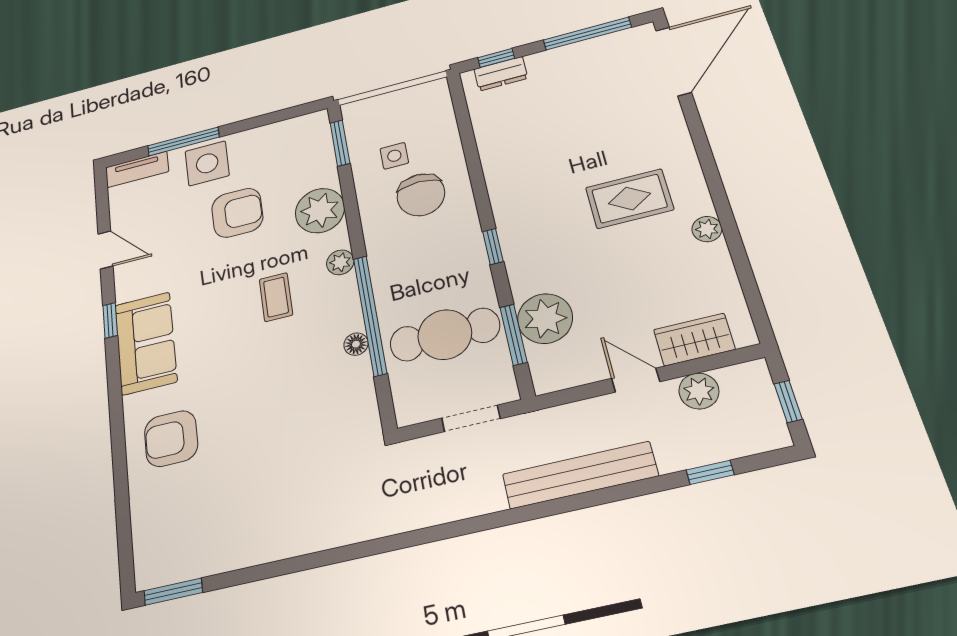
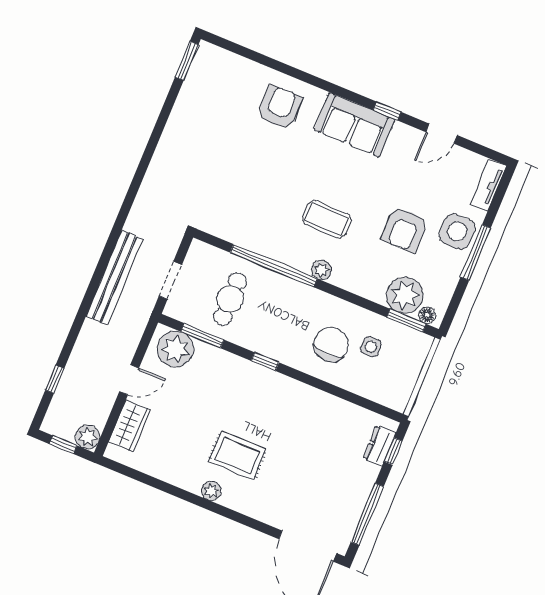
window: (183, 141) -> (476, 252), moved
chair: (421, 195) -> (331, 344), turned 90
rug: (629, 199) -> (237, 455), turned 90
plant: (320, 211) -> (405, 295), moved
plant: (707, 229) -> (211, 491), moved
coffee table: (276, 297) -> (327, 219), width x1.36, depth x1.30
plant: (545, 318) -> (175, 349), moved
cafe table: (445, 335) -> (230, 299), width x0.73, depth x0.74
floor lamp: (356, 344) -> (427, 315), moved
plant: (699, 391) -> (88, 437), moved
bench: (580, 475) -> (115, 277), moved

